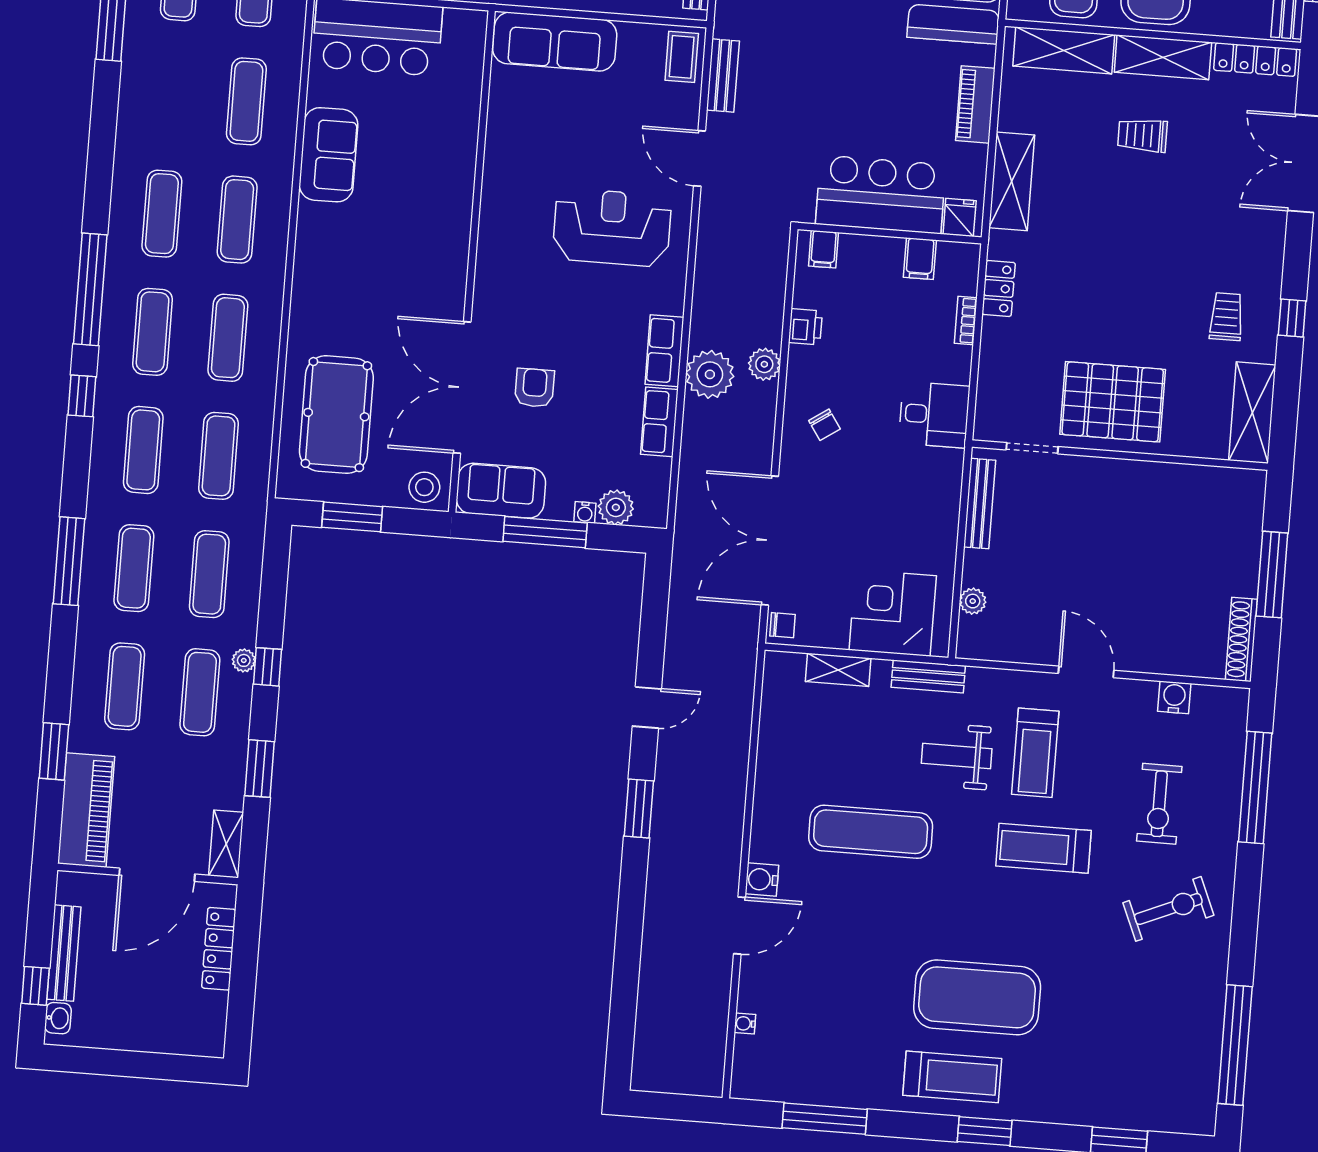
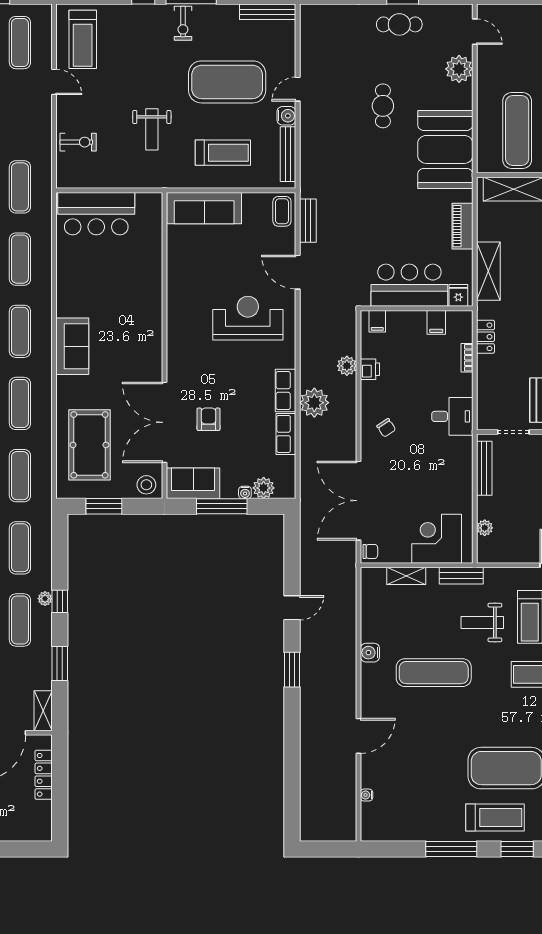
sofa: (329, 155) -> (72, 346), moved
plant: (764, 364) -> (347, 366), moved
water cooler: (762, 880) -> (370, 653), moved
window: (825, 1119) -> (451, 849), moved

